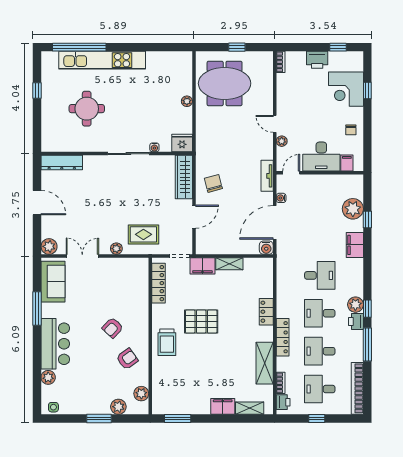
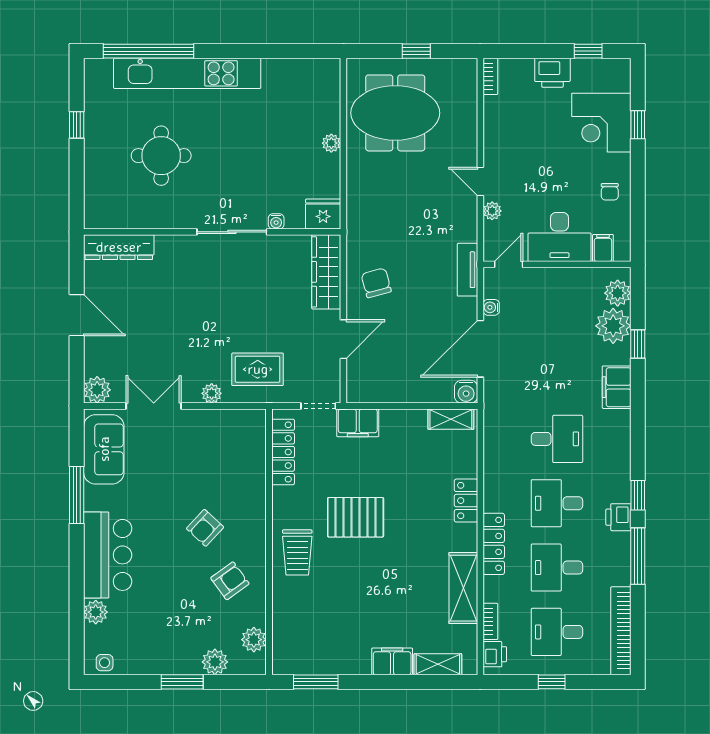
shelving: (229, 264) -> (451, 419), moved
plant: (355, 305) -> (618, 293), moved

